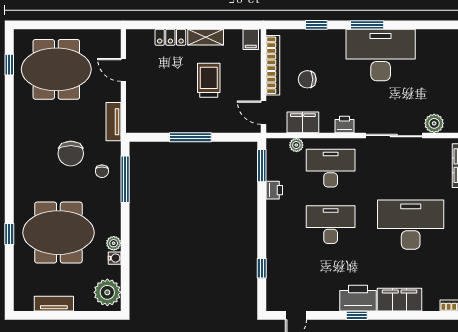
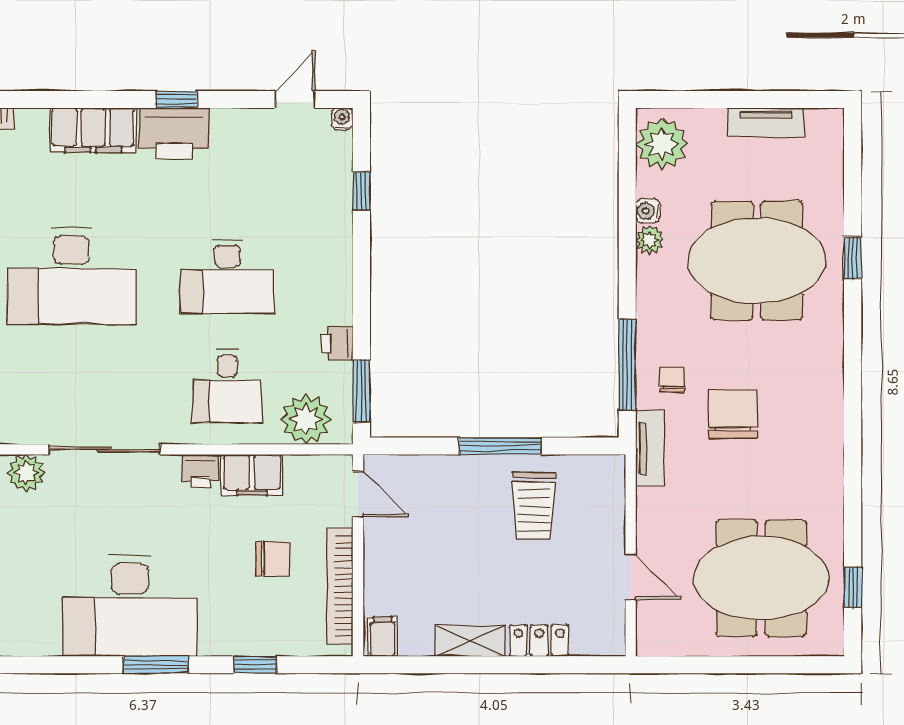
trolley: (209, 80) -> (534, 506), moved
tv unit: (113, 122) -> (650, 448), moved
filing cabinet: (303, 122) -> (252, 475), moved
plant: (296, 145) -> (306, 419), width x1.87, depth x1.87
desk: (331, 168) -> (227, 386), width x0.73
water cooler: (272, 305) -> (342, 119), added

